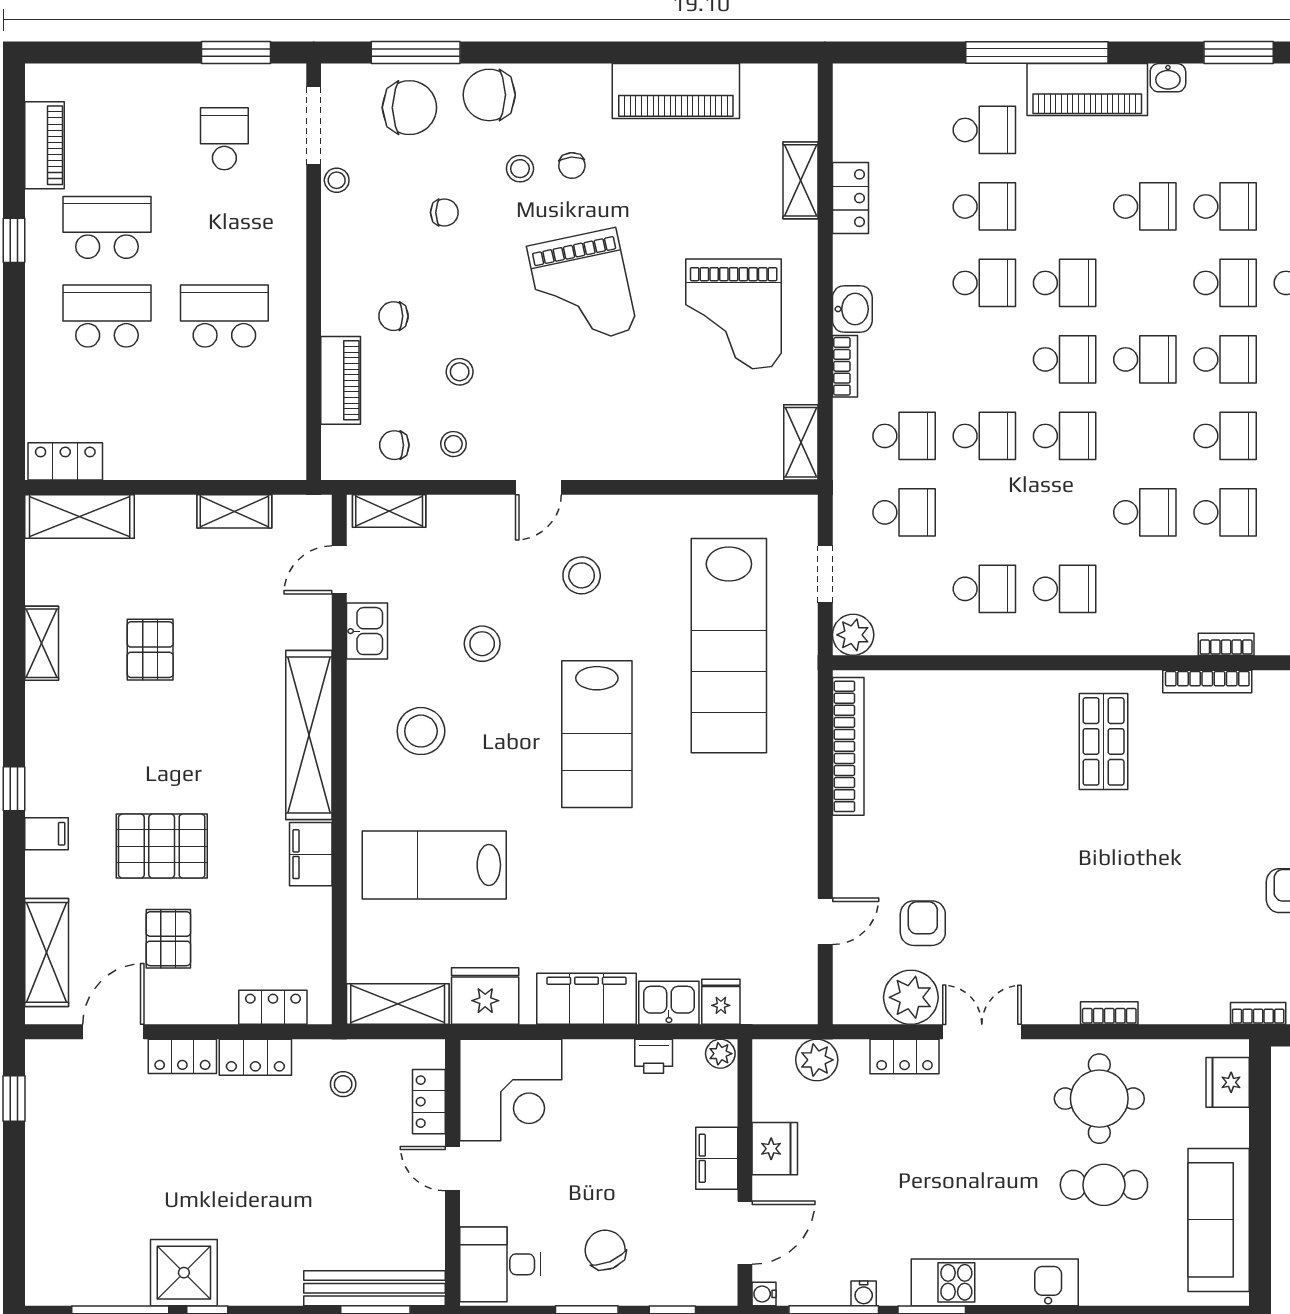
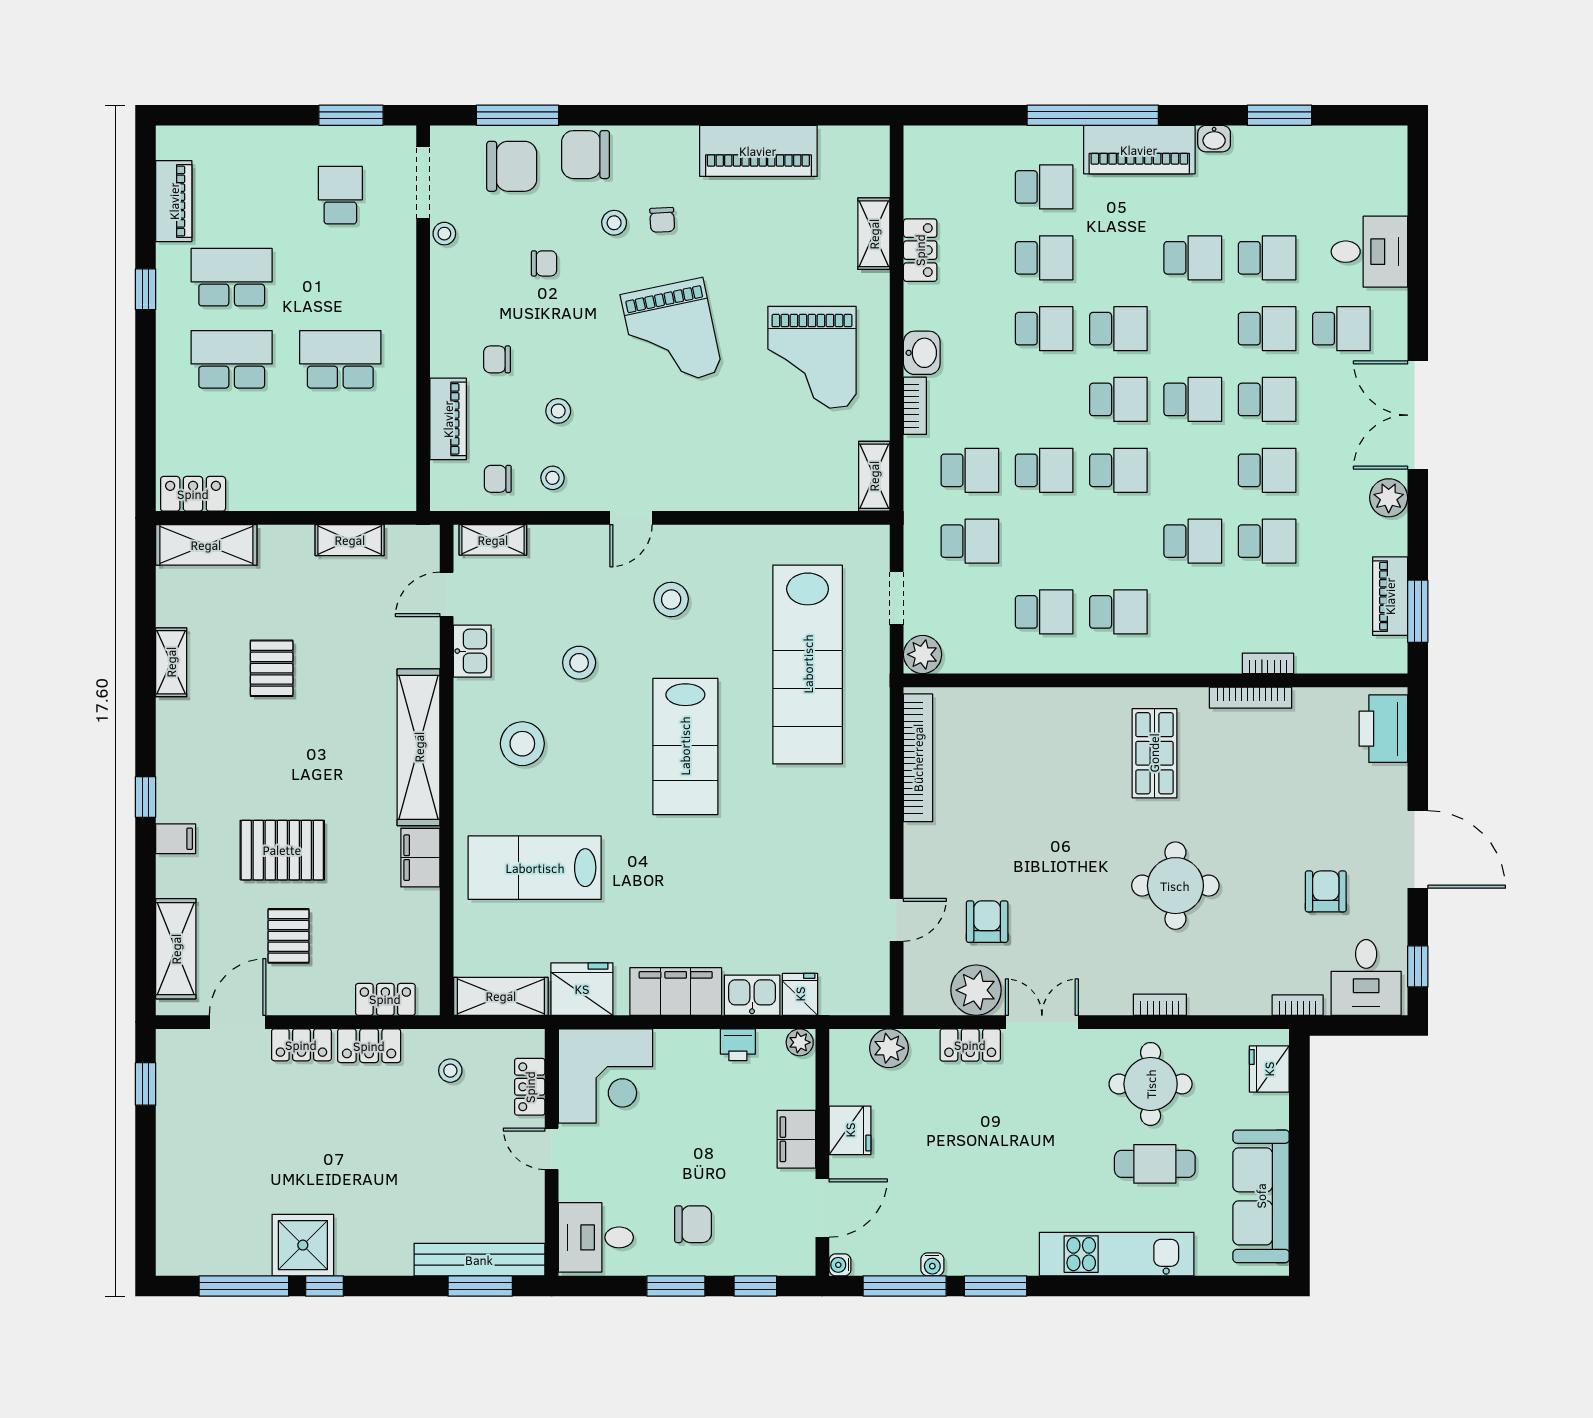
round table: (1126, 884) -> (1175, 886), added
chair: (605, 1250) -> (693, 1224), turned 113
kitchen unit: (995, 1282) -> (1117, 1254), moved

